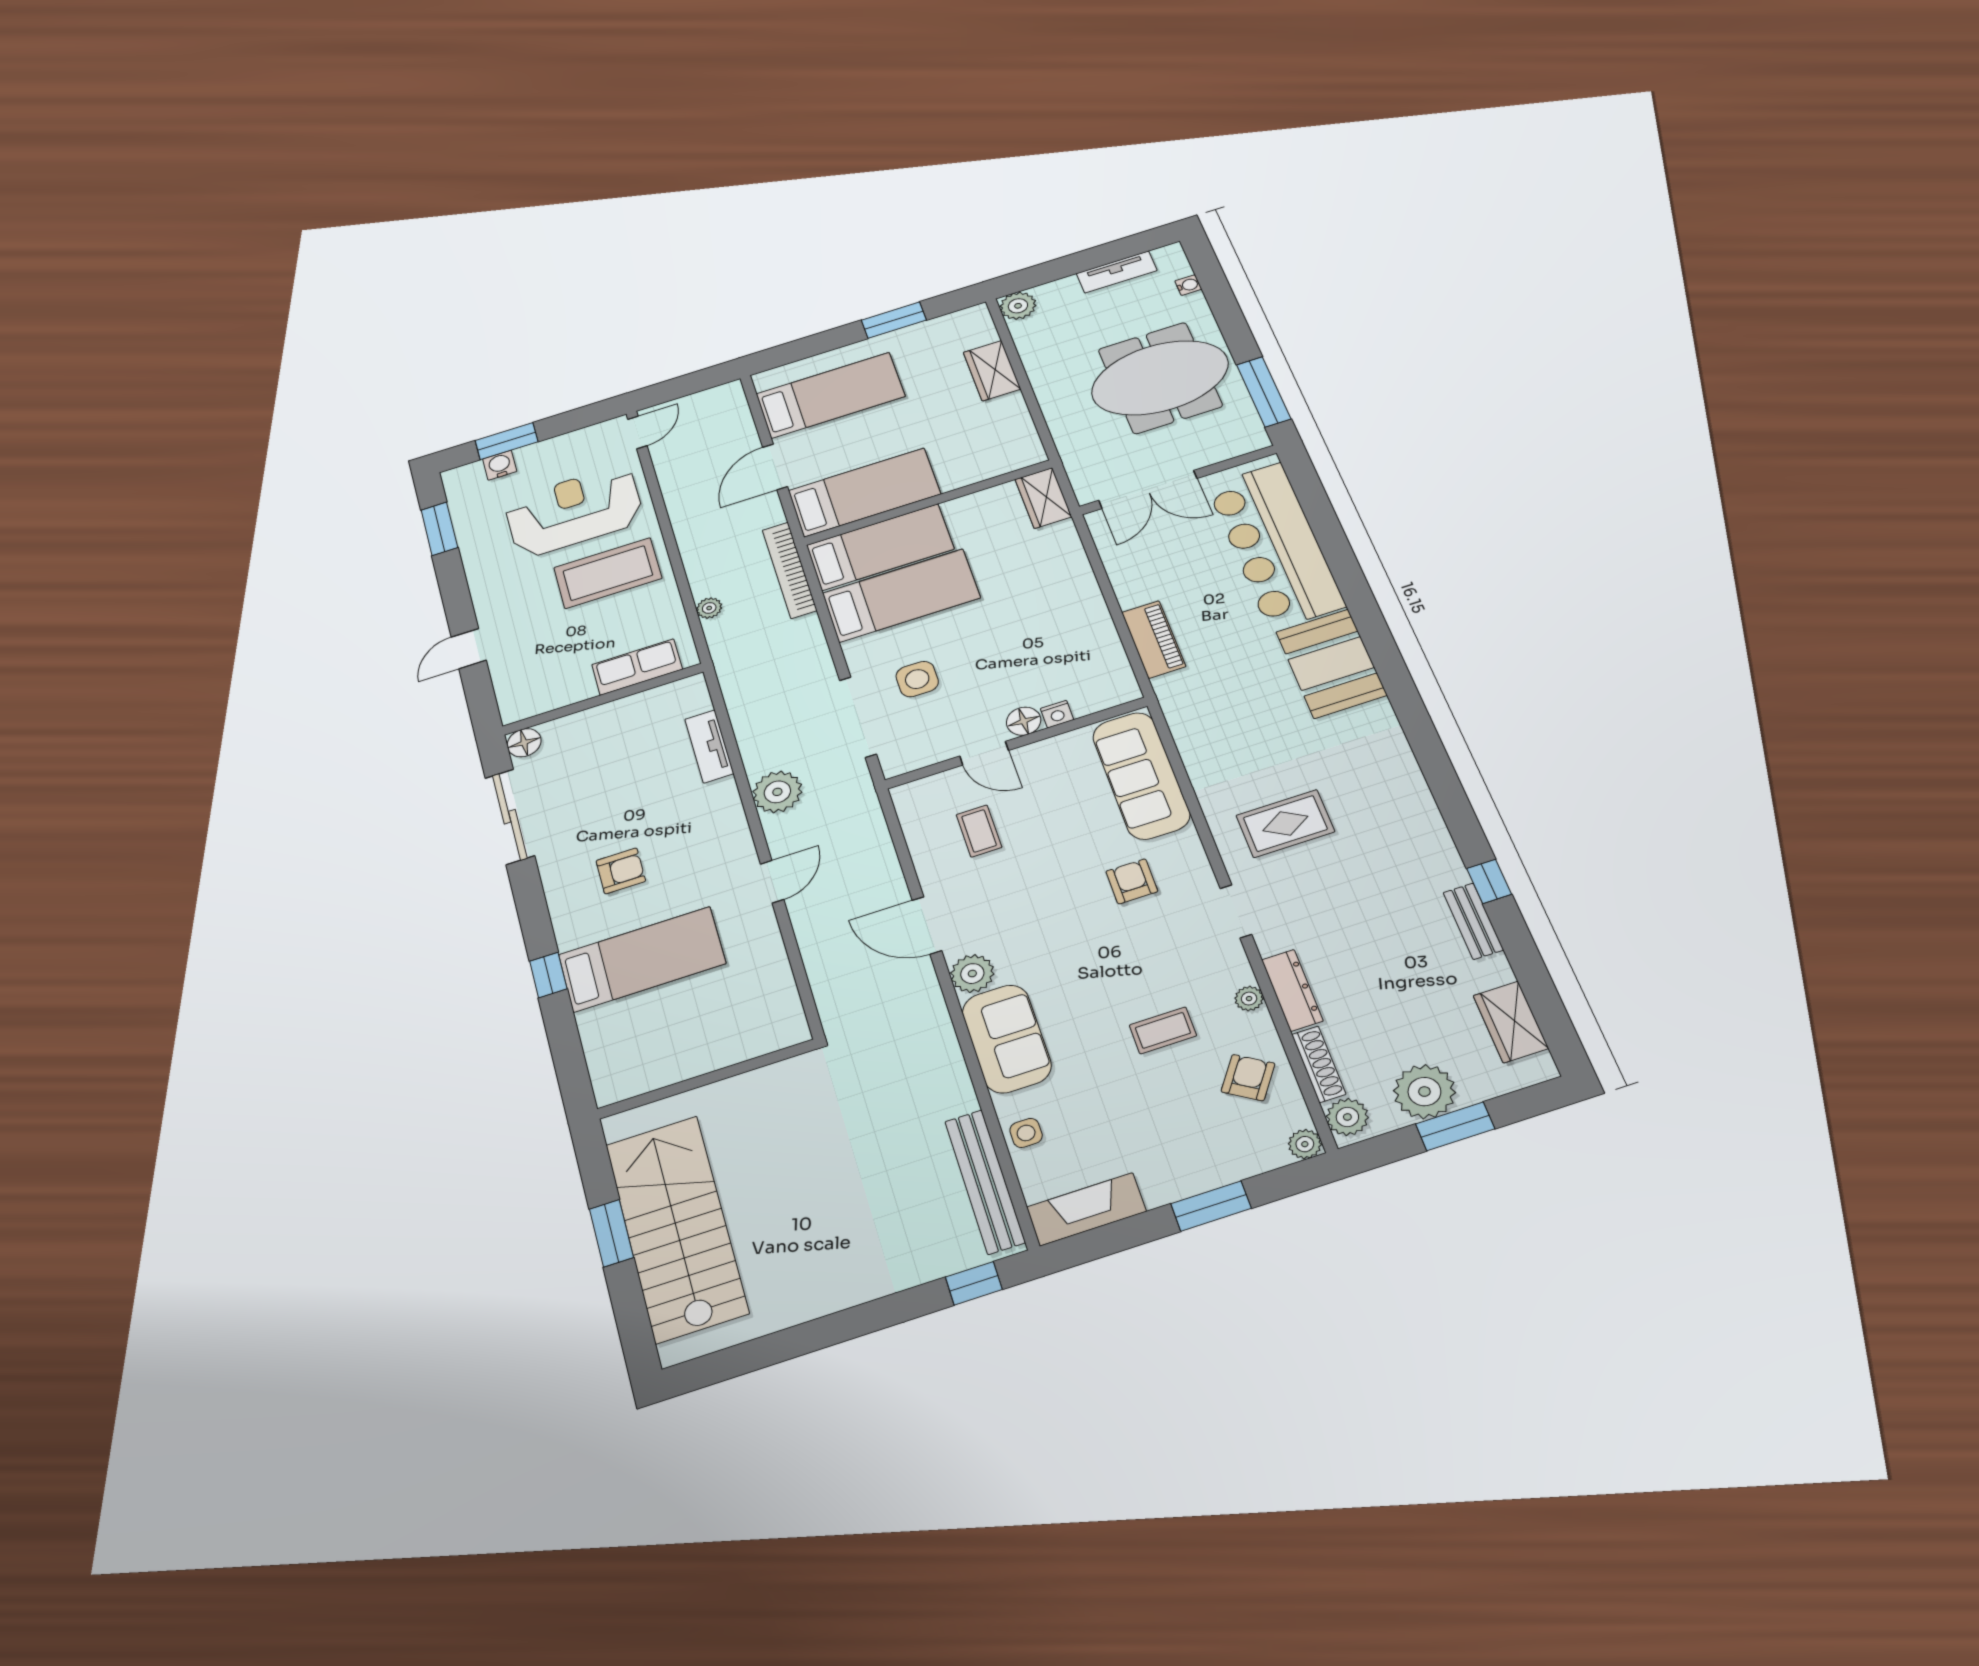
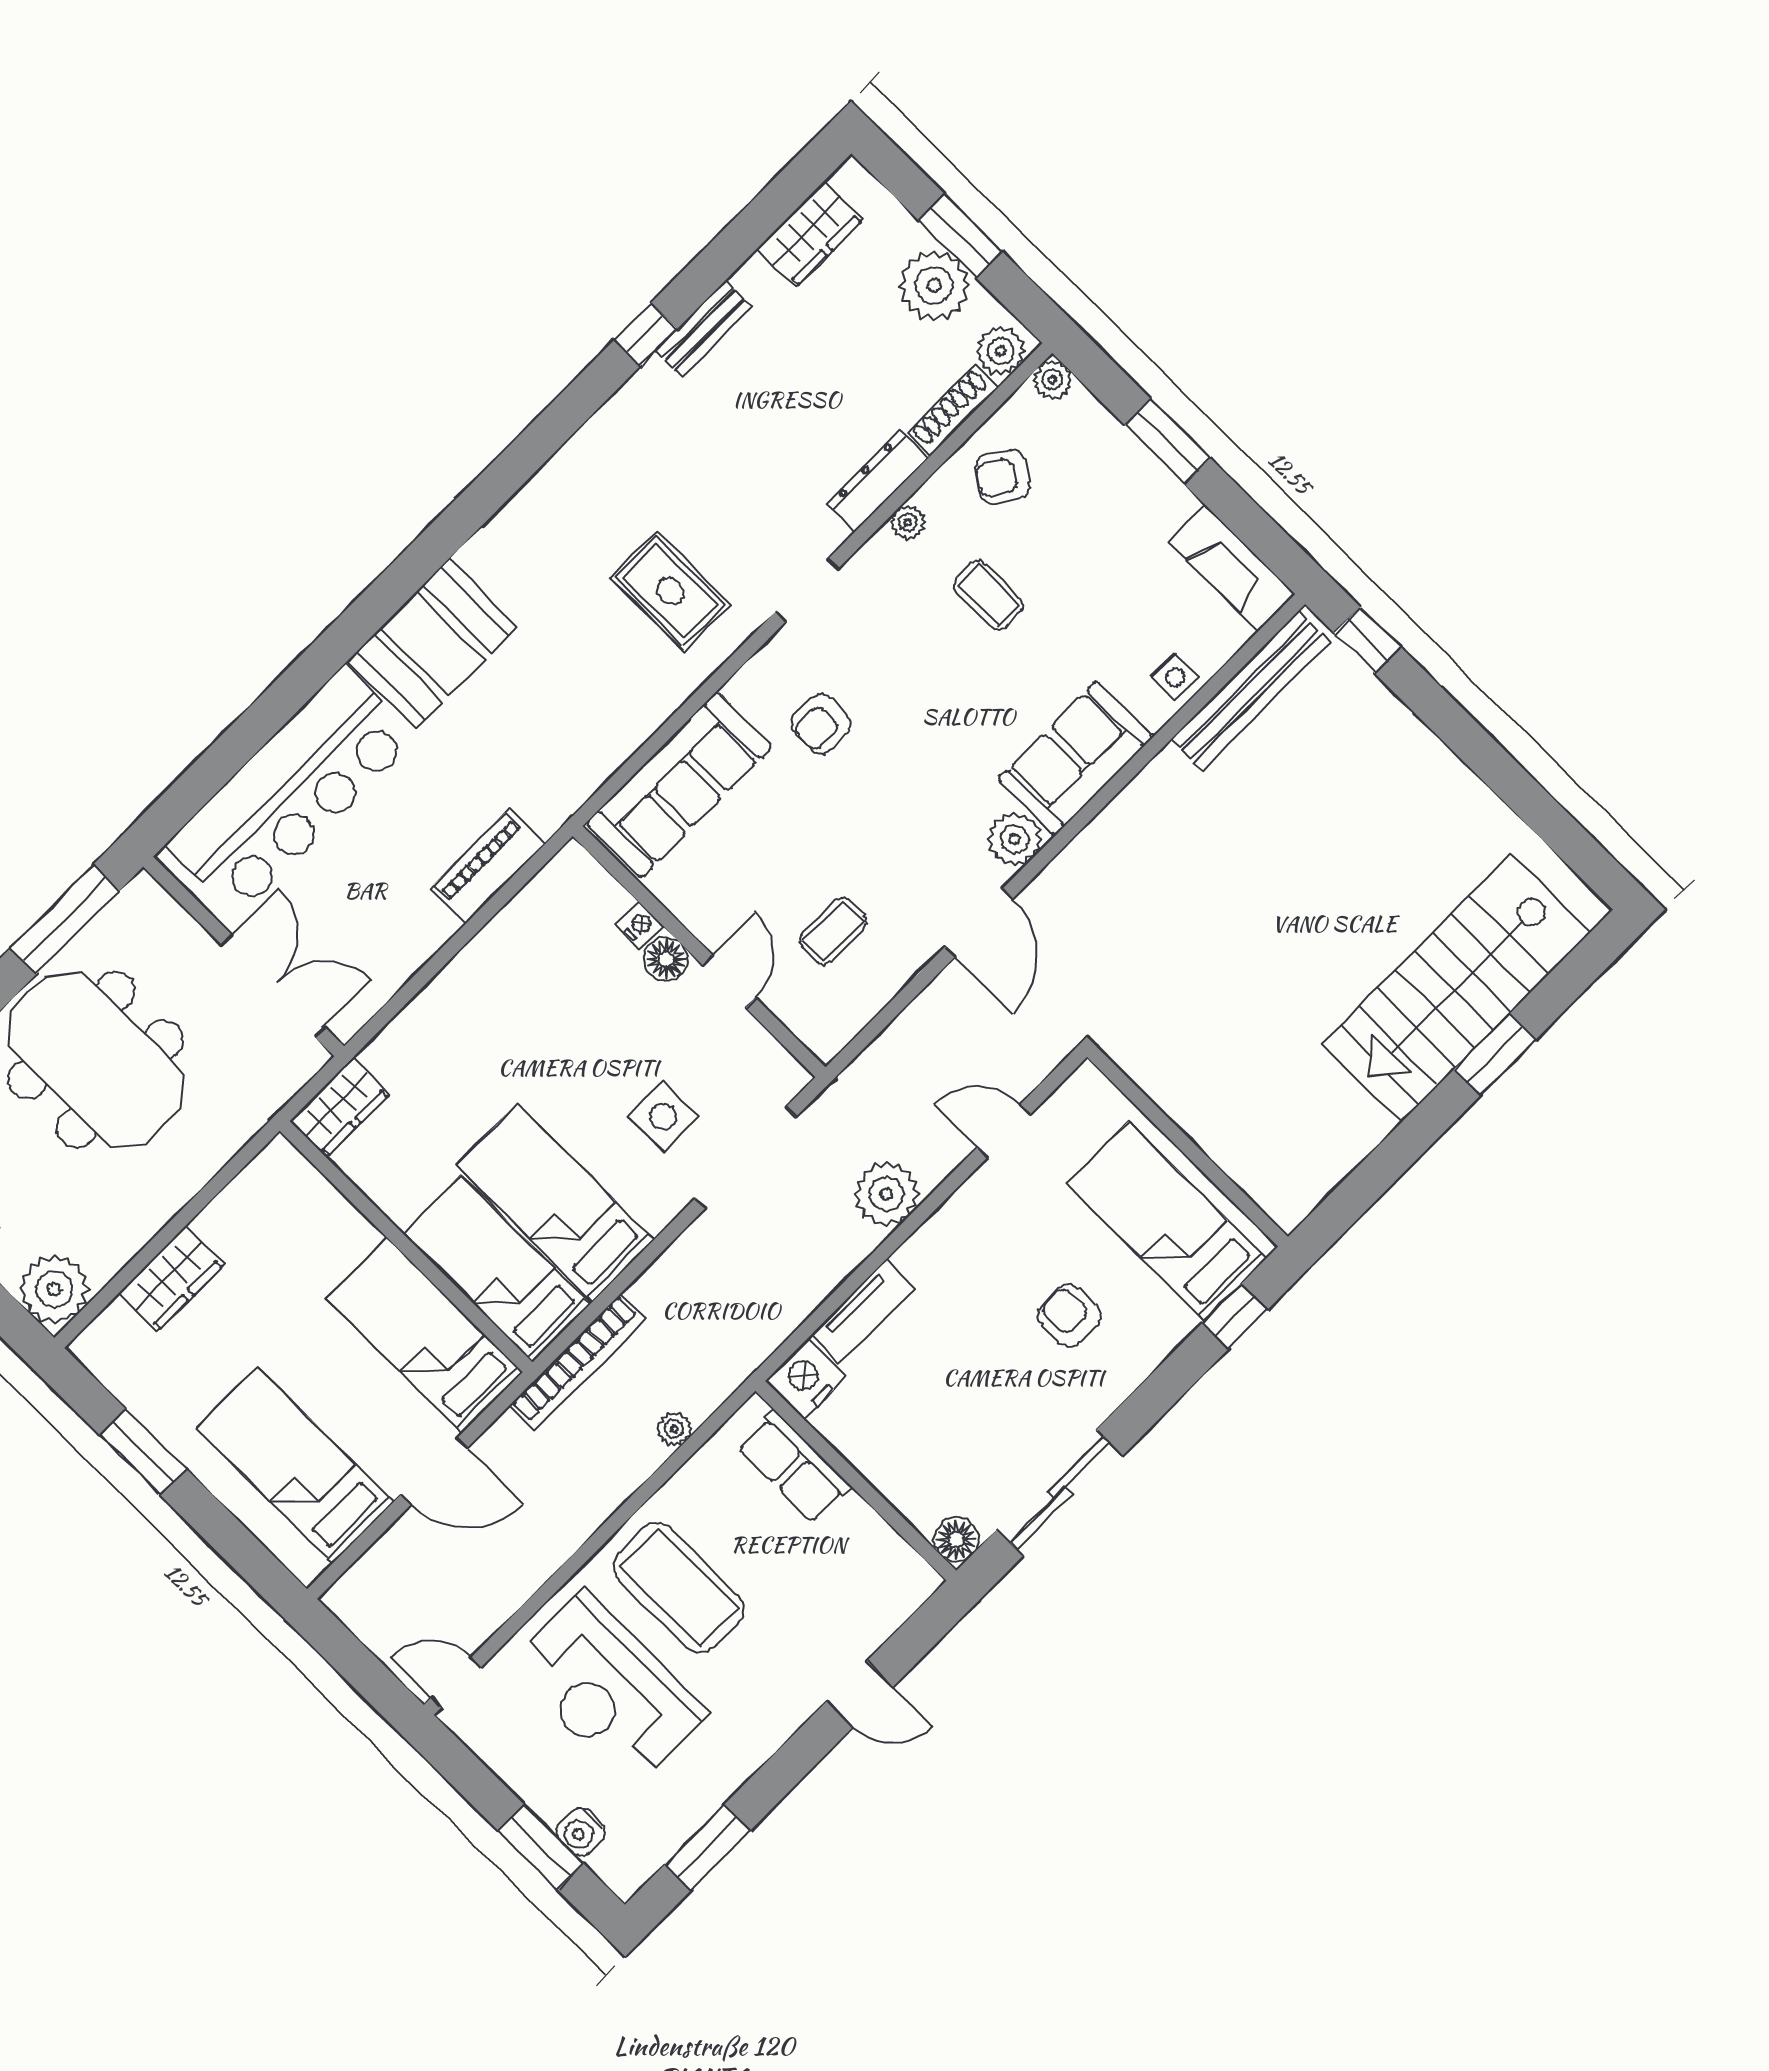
plant: (1018, 306) -> (54, 1289), width x1.36, depth x1.36
nightstand: (689, 696) -> (806, 1379), added
wall: (707, 1079) -> (1187, 1147), moved

